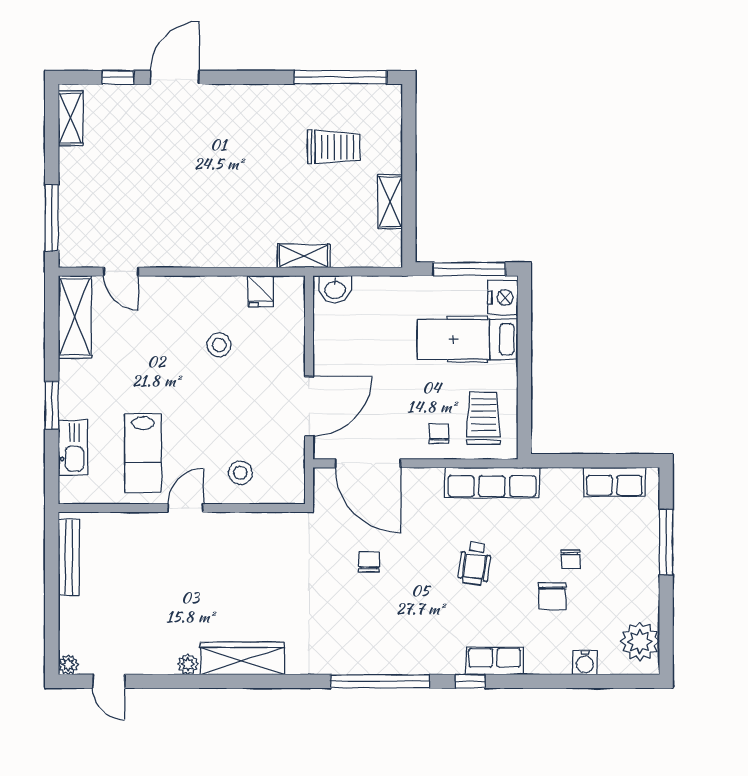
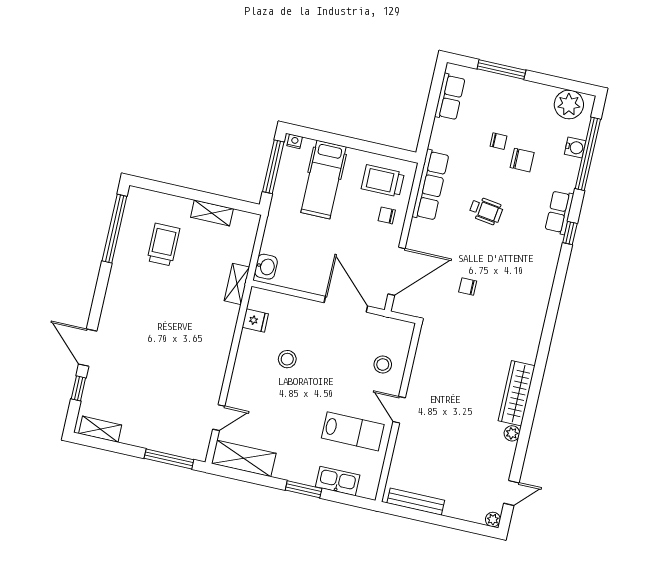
nightstand: (503, 298) -> (295, 141), width x0.53, depth x0.56
window: (380, 681) -> (588, 154), moved

